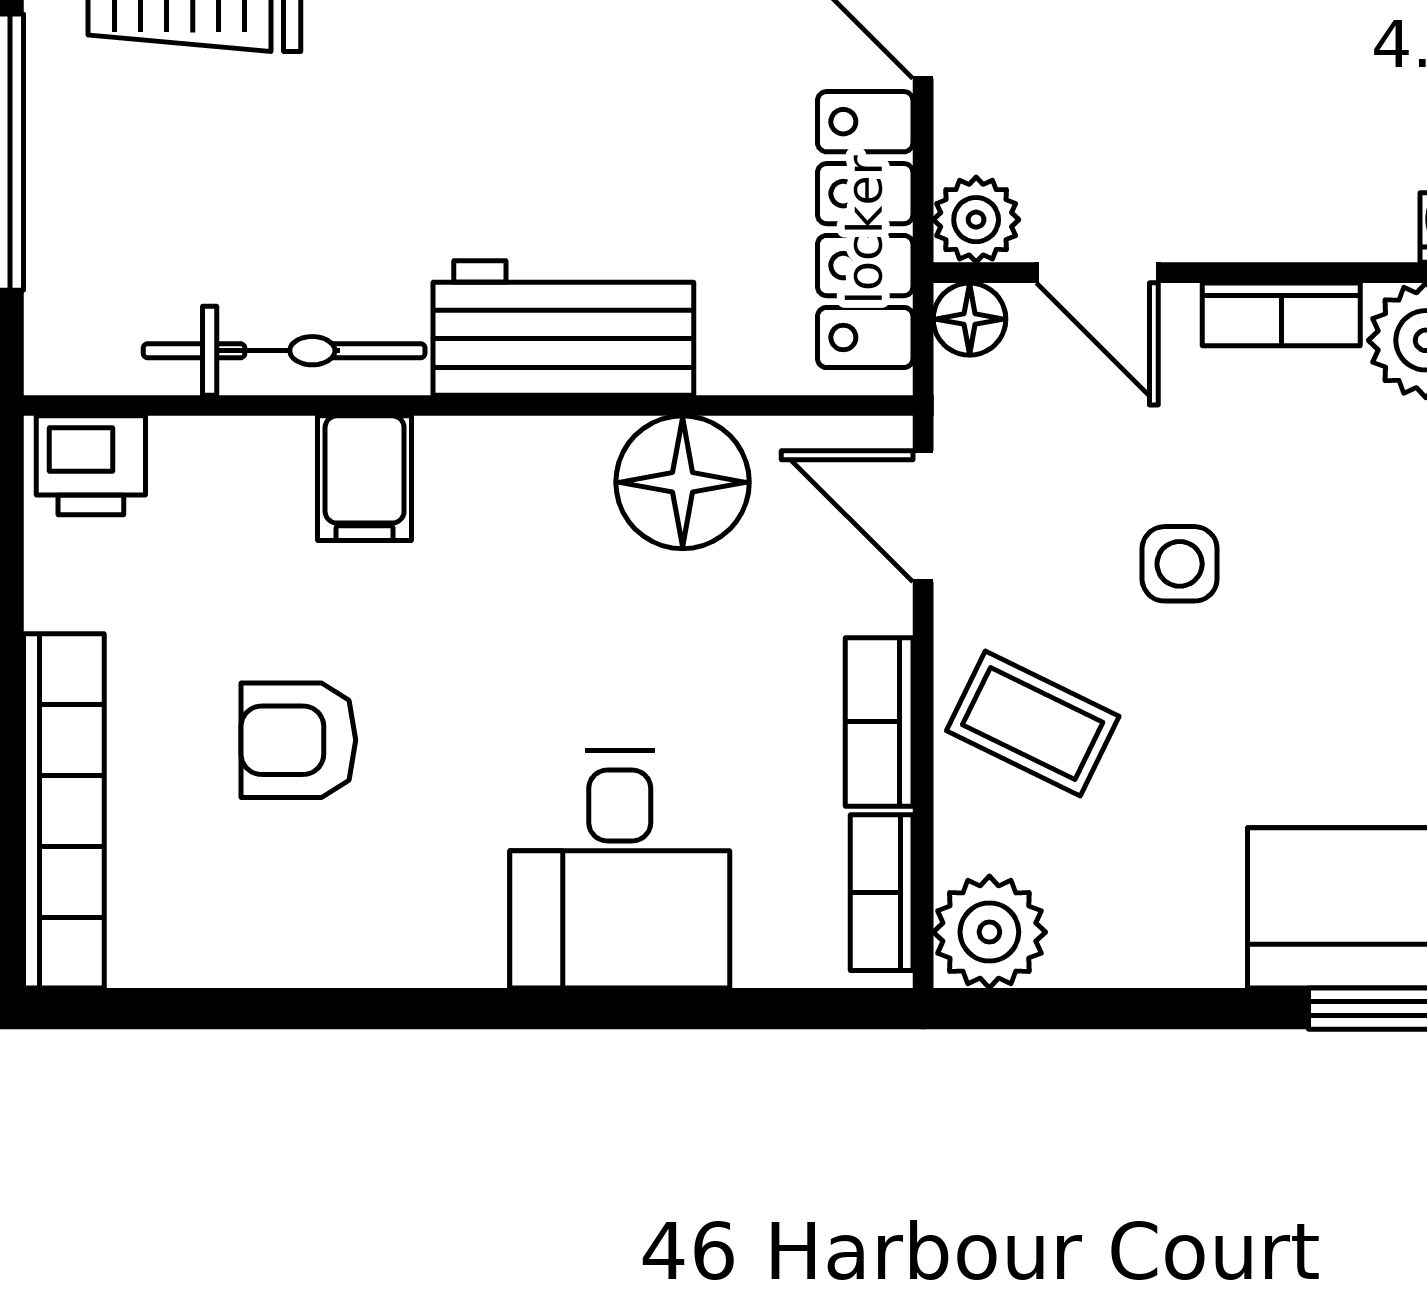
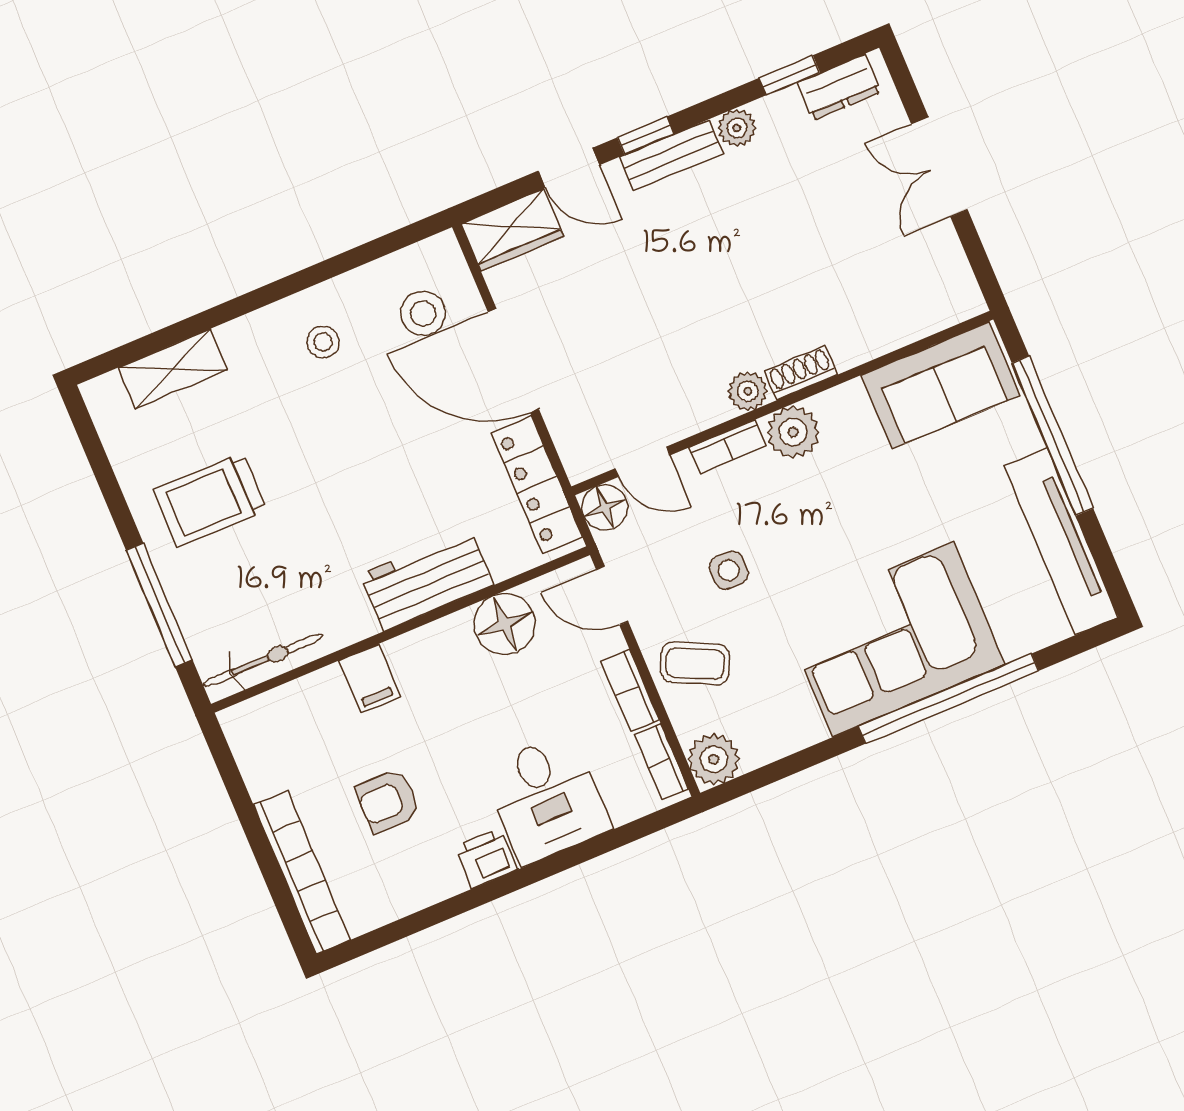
plant: (976, 220) -> (748, 391), moved
floor lamp: (970, 319) -> (605, 507), width x1.37, depth x1.37
bicycle: (284, 351) -> (263, 660), moved
printer: (91, 465) -> (486, 858), moved, turned 180

